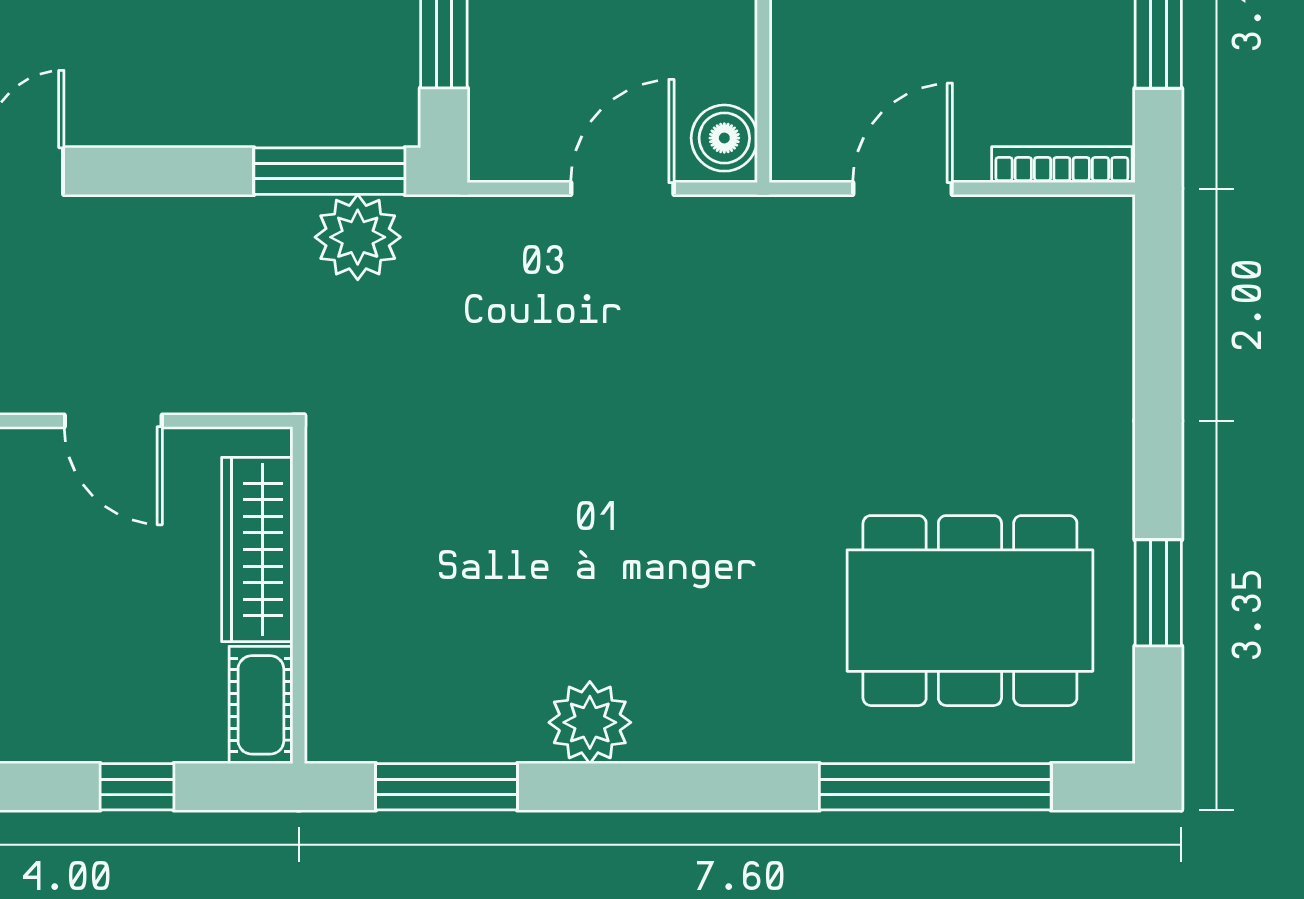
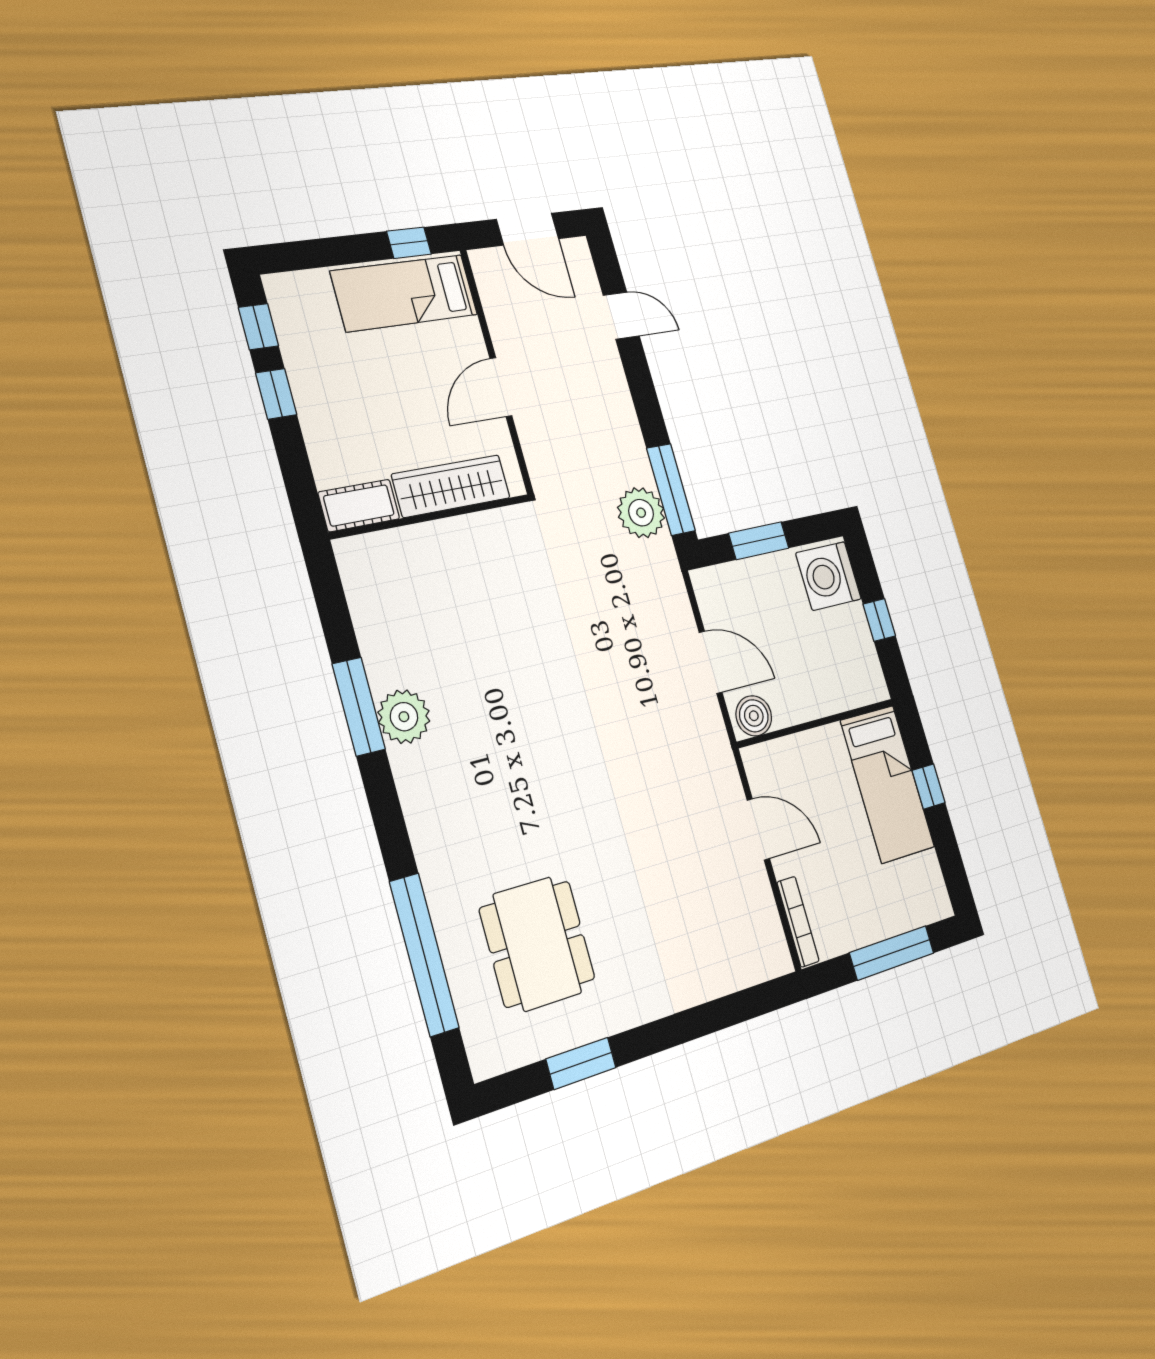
dining table: (970, 611) -> (537, 944), width x0.73, depth x0.80
window: (137, 787) -> (276, 394), moved
window: (446, 787) -> (359, 707), moved

